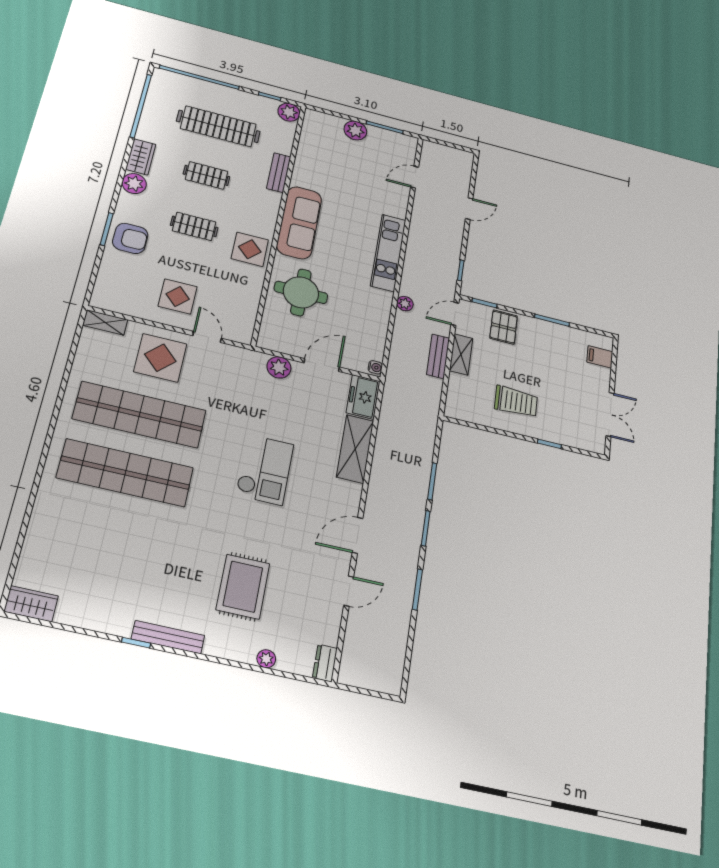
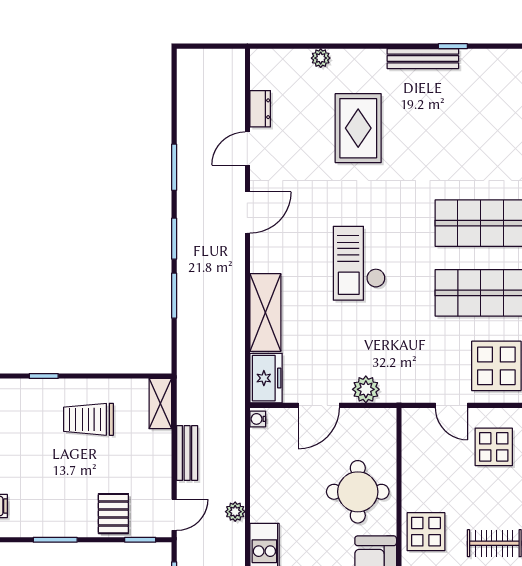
shelving: (461, 354) -> (160, 404), moved
dresser: (325, 663) -> (260, 109), moved

